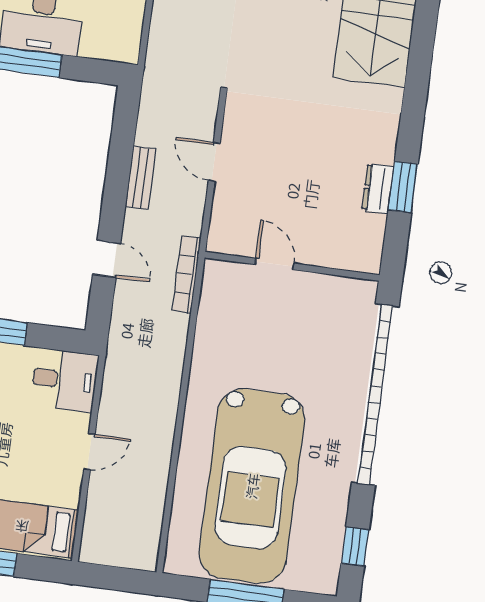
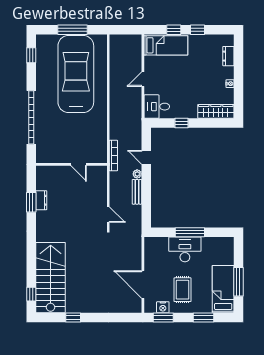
door: (214, 162) -> (108, 215), moved
plant: (134, 221) -> (137, 174), added
garage door: (375, 394) -> (31, 117), width x0.73

